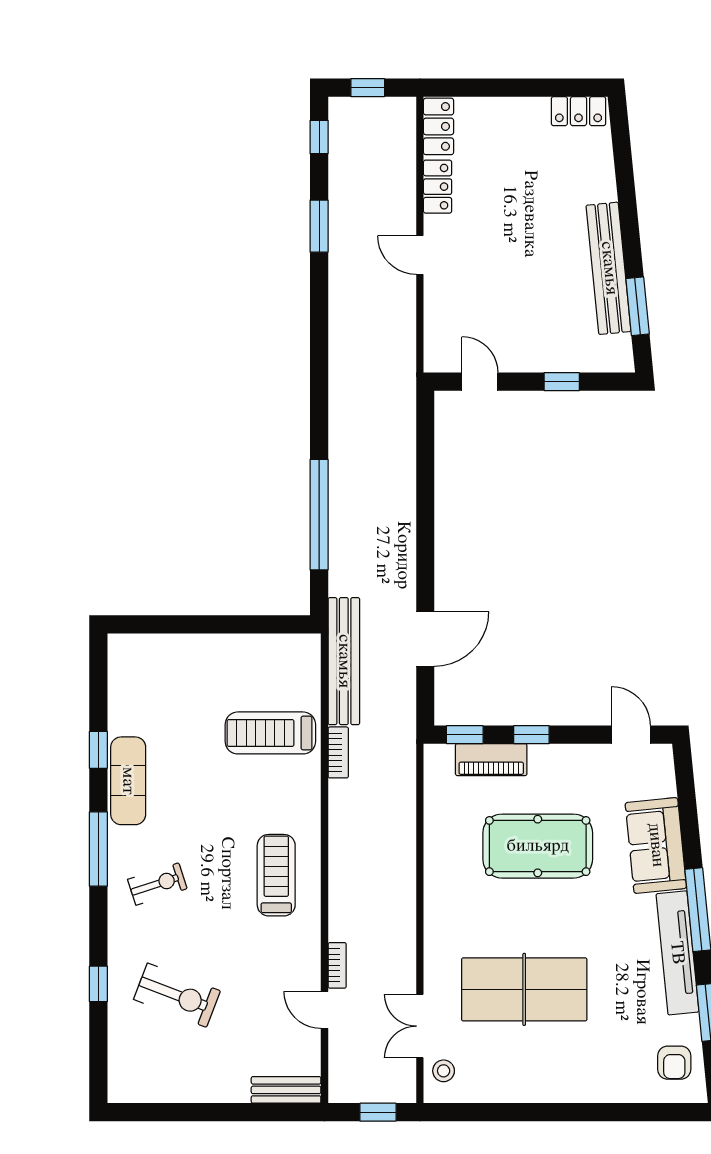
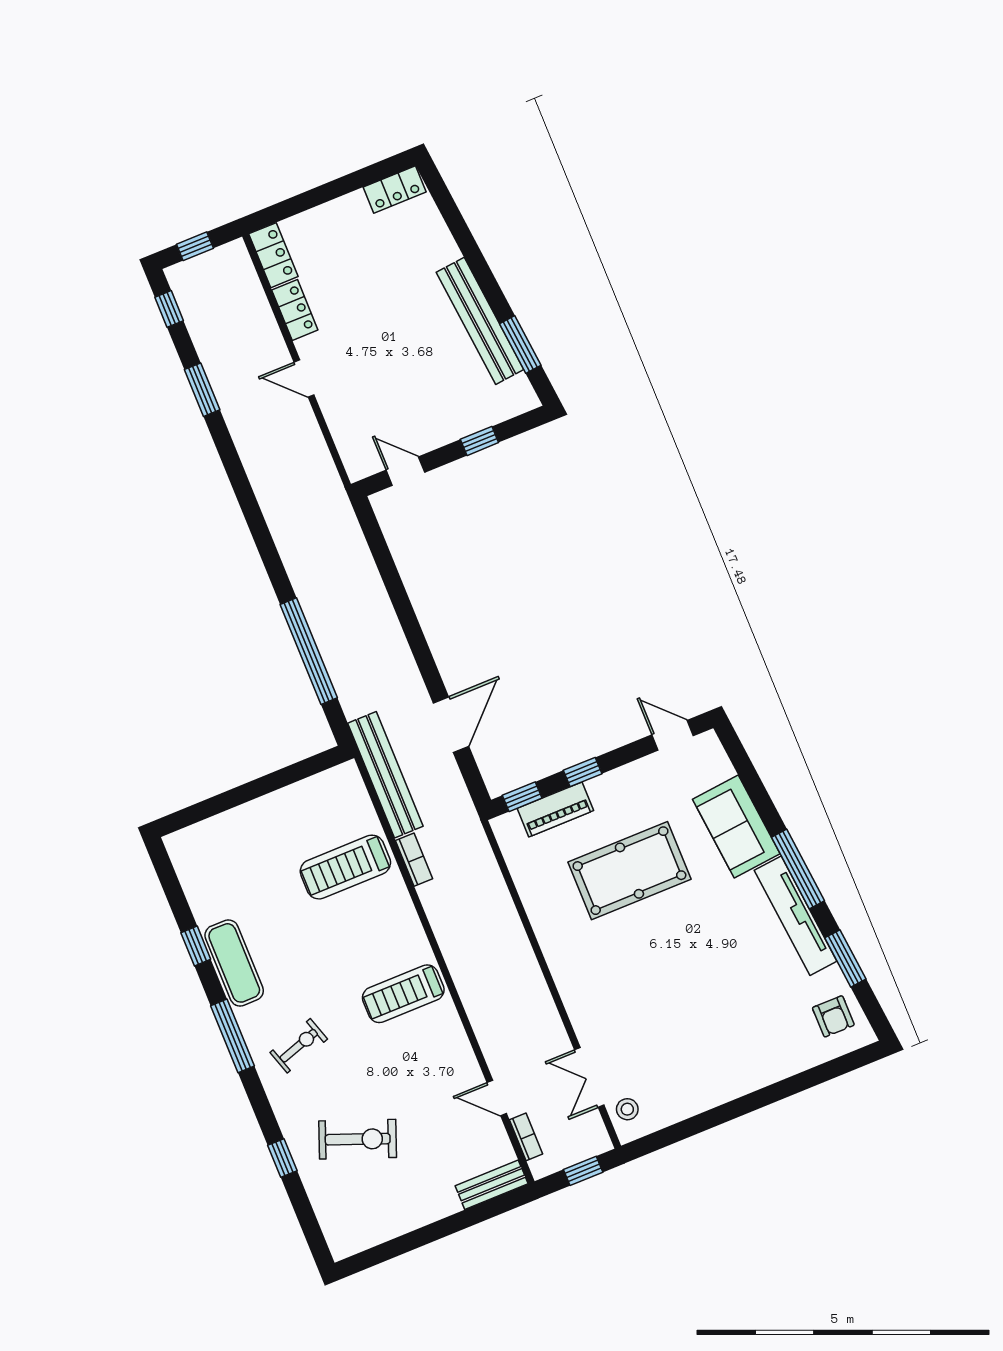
treadmill: (276, 875) -> (403, 994), turned -90
bookcase: (337, 965) -> (526, 1137), moved
table tennis table: (524, 989) -> (670, 1006), removed

